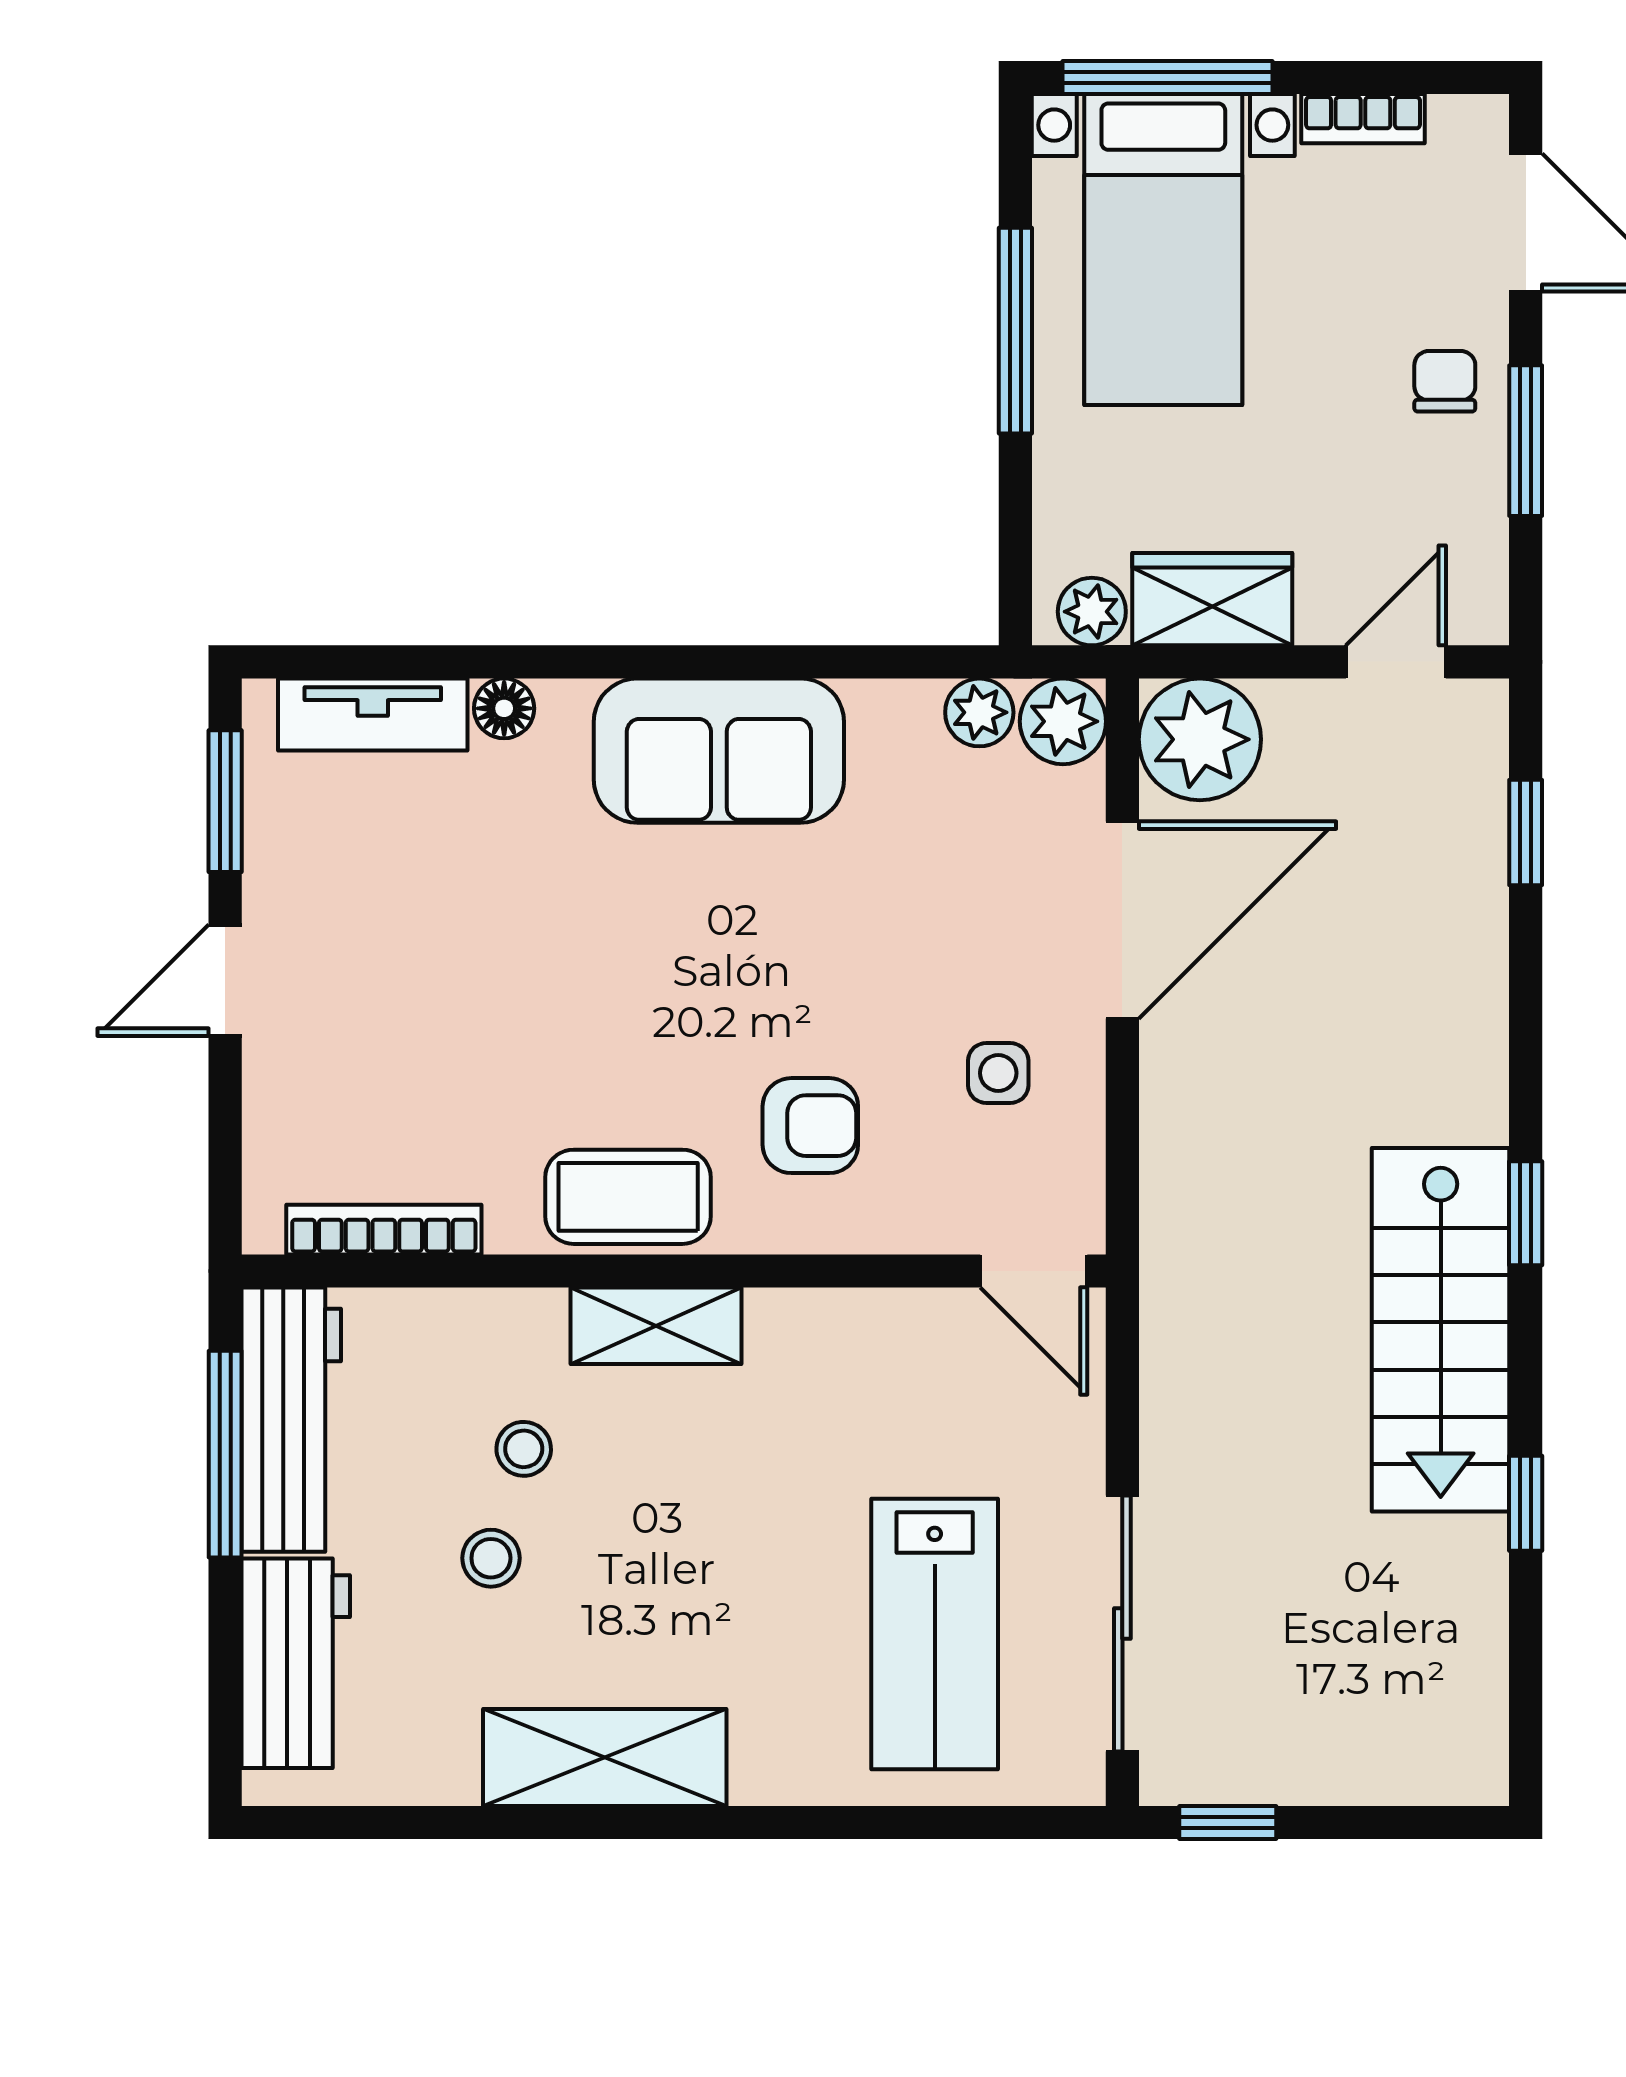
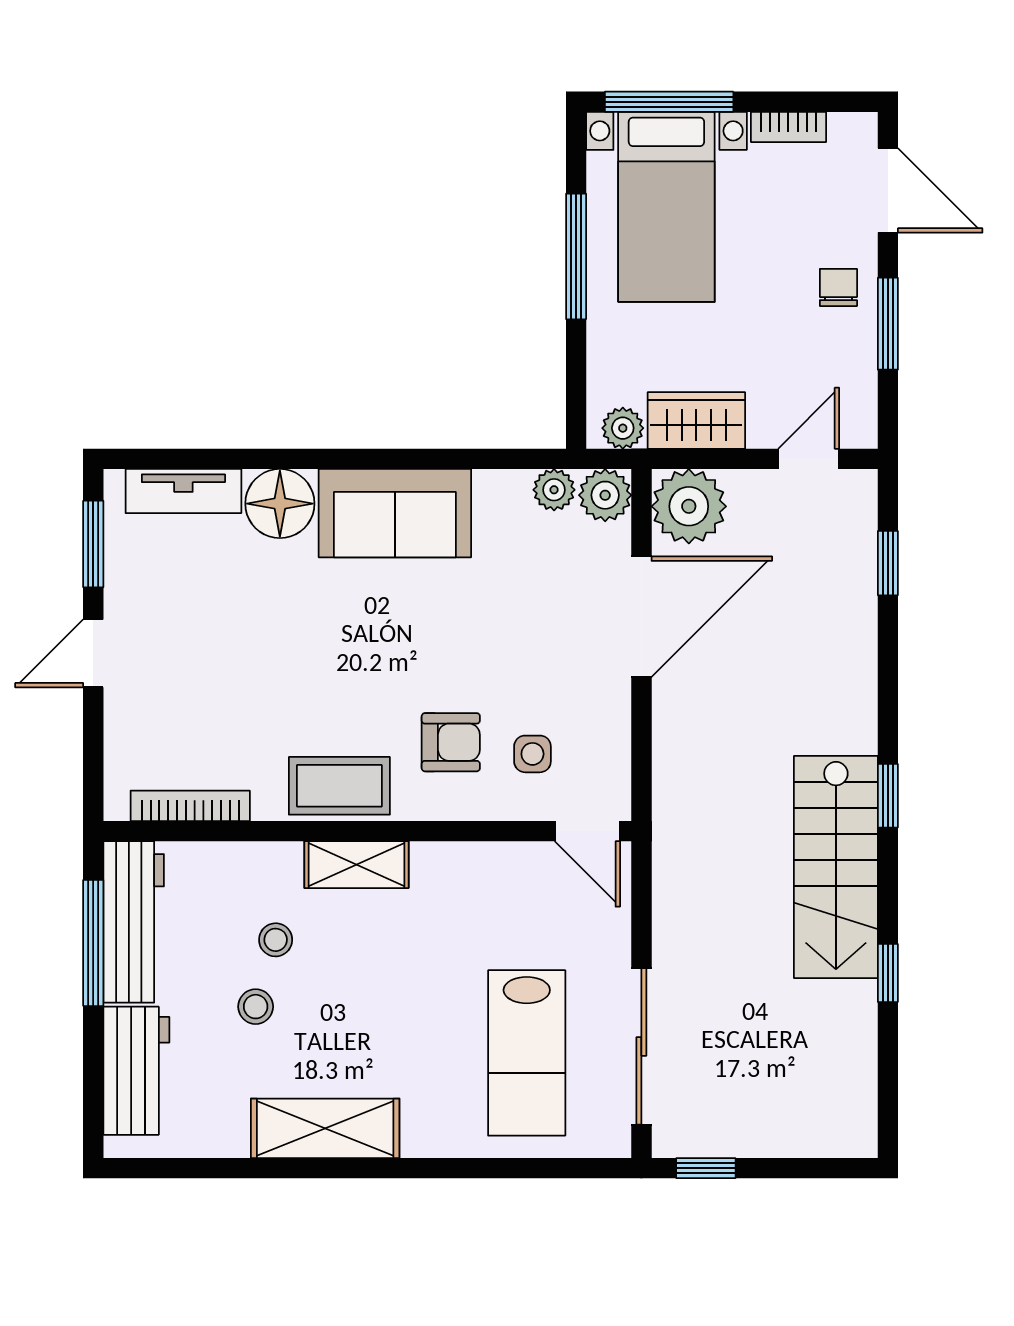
floor lamp: (504, 708) -> (280, 504), width x1.89, depth x1.89
side table: (998, 1073) -> (532, 754), moved

